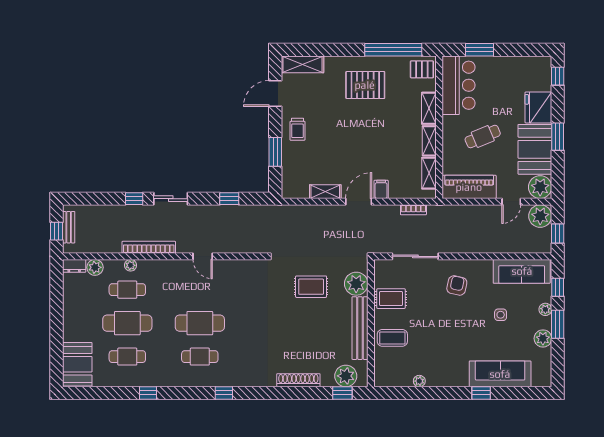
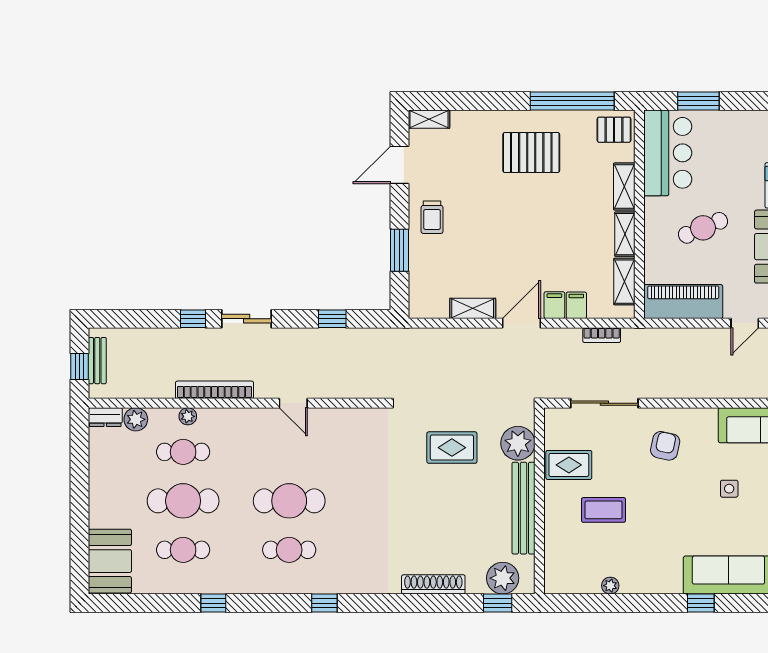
shelving: (302, 64) -> (429, 119), width x0.67, depth x0.75
filing cabinet: (396, 189) -> (576, 305), added
coffee table: (392, 338) -> (604, 510), moved

